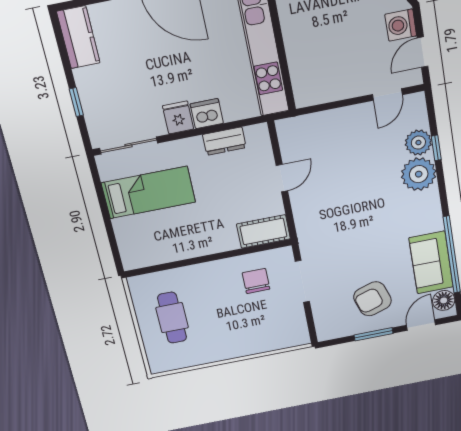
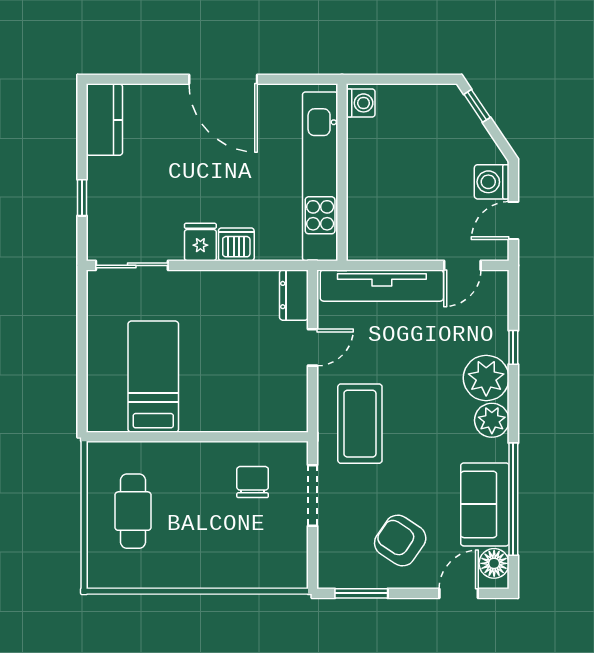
tv unit: (327, 122) -> (382, 286), added
dresser: (224, 141) -> (294, 295), moved, turned 90
plant: (418, 143) -> (492, 420), moved
bed: (148, 192) -> (153, 377), moved, turned -90
coffee table: (328, 225) -> (360, 424), added
cot: (263, 231) -> (276, 415), removed
armchair: (373, 299) -> (400, 540), turned 52
window: (374, 334) -> (361, 593), moved

